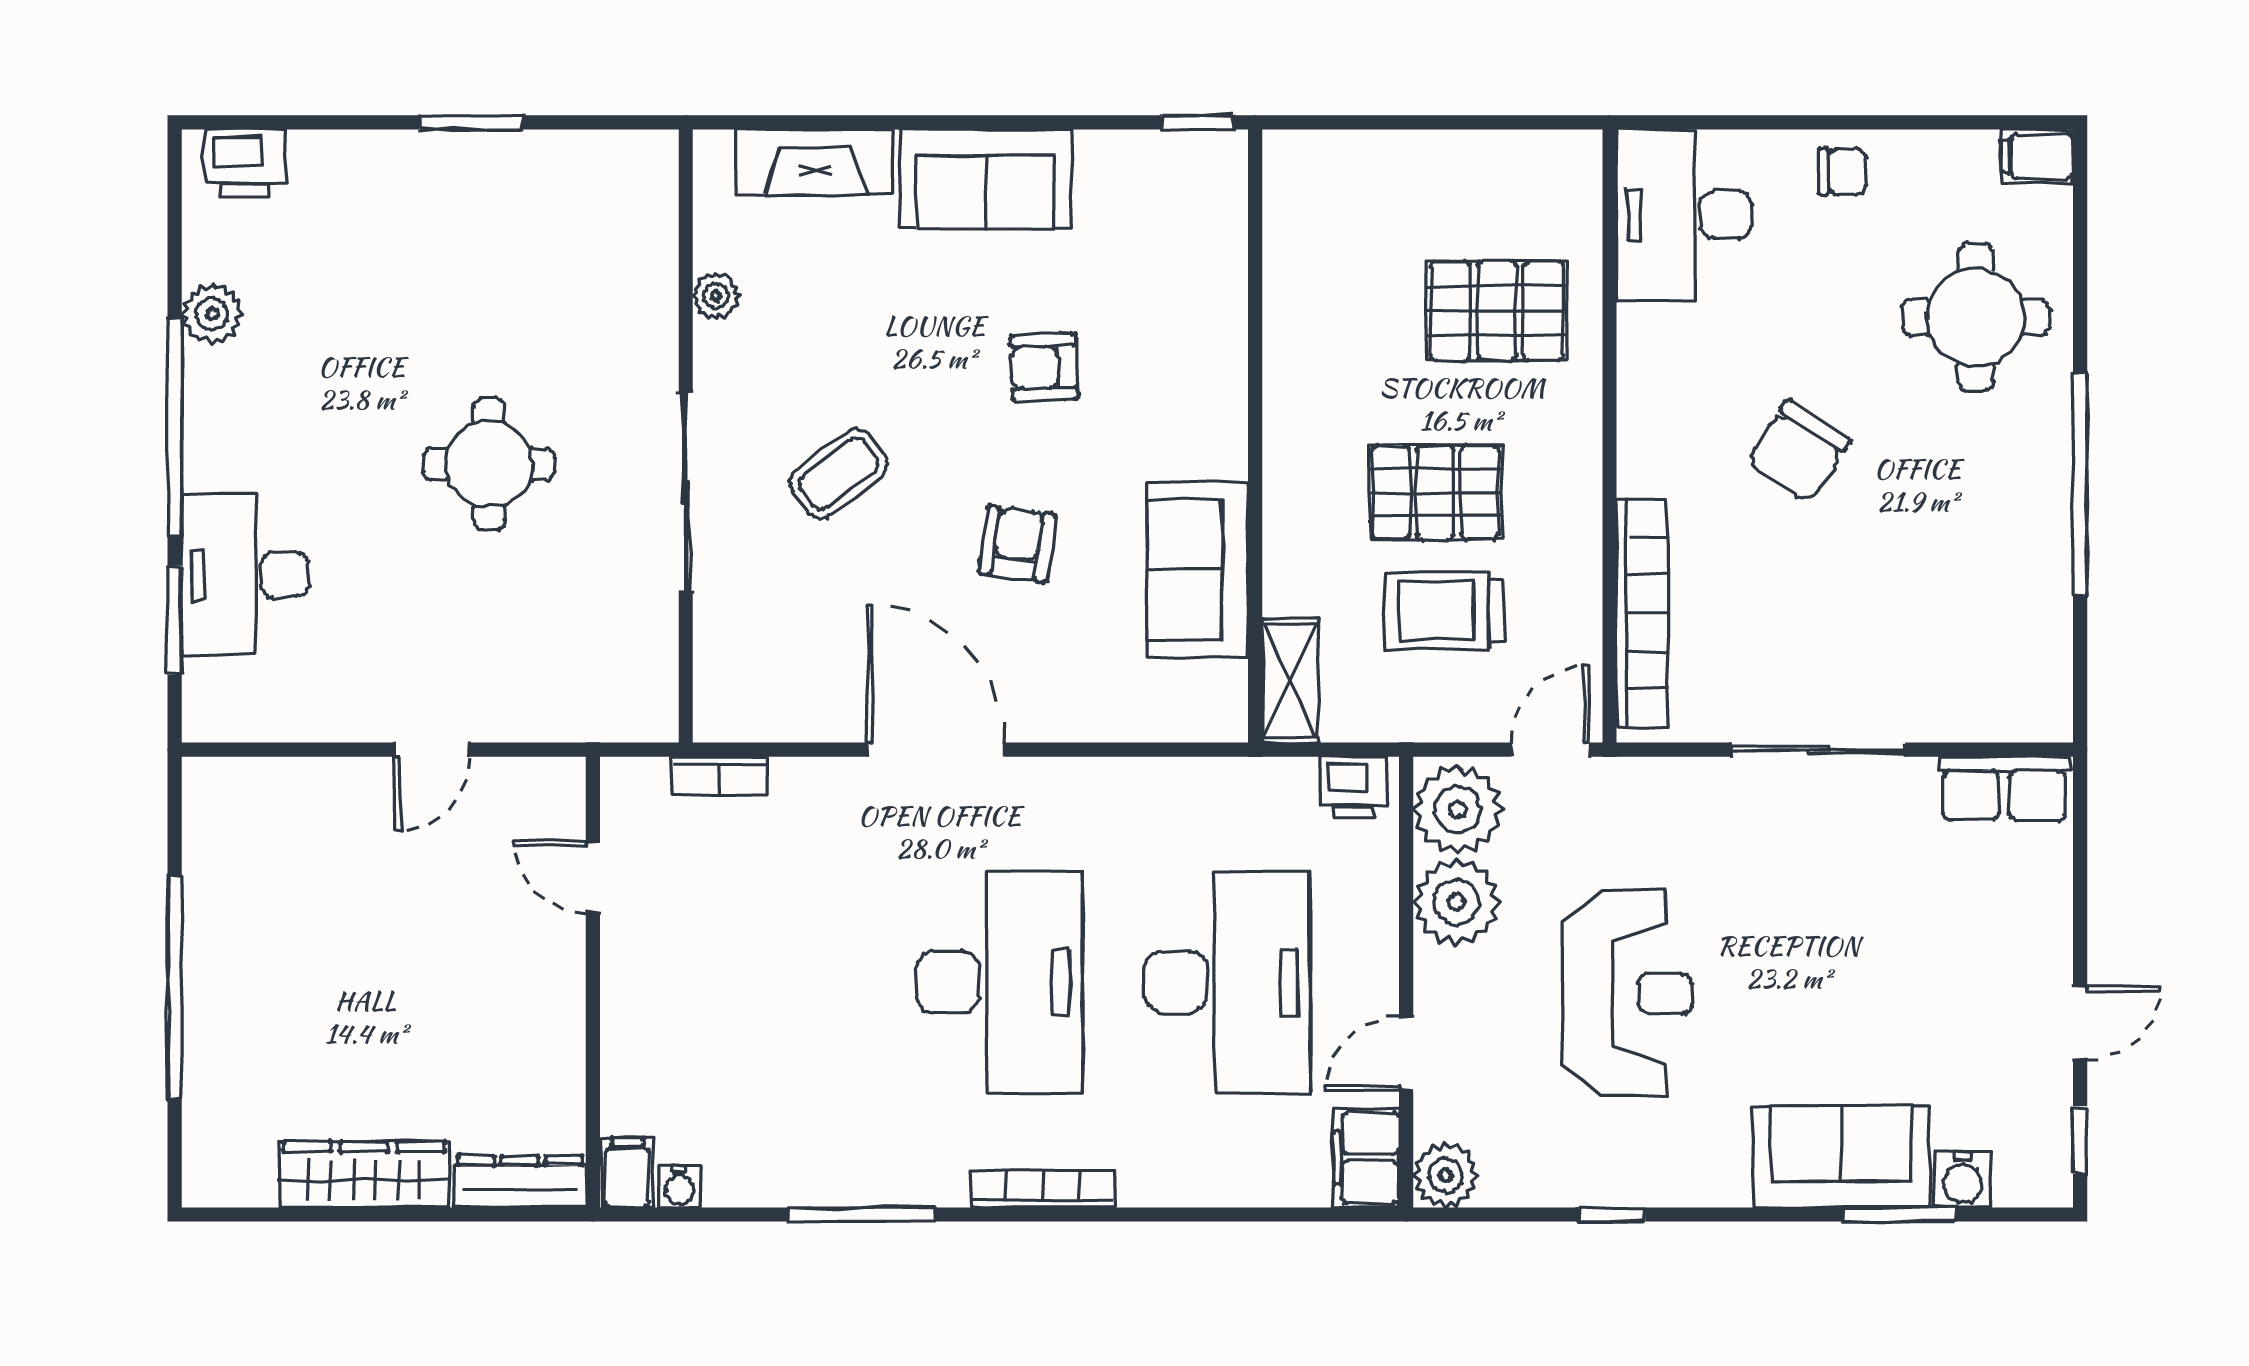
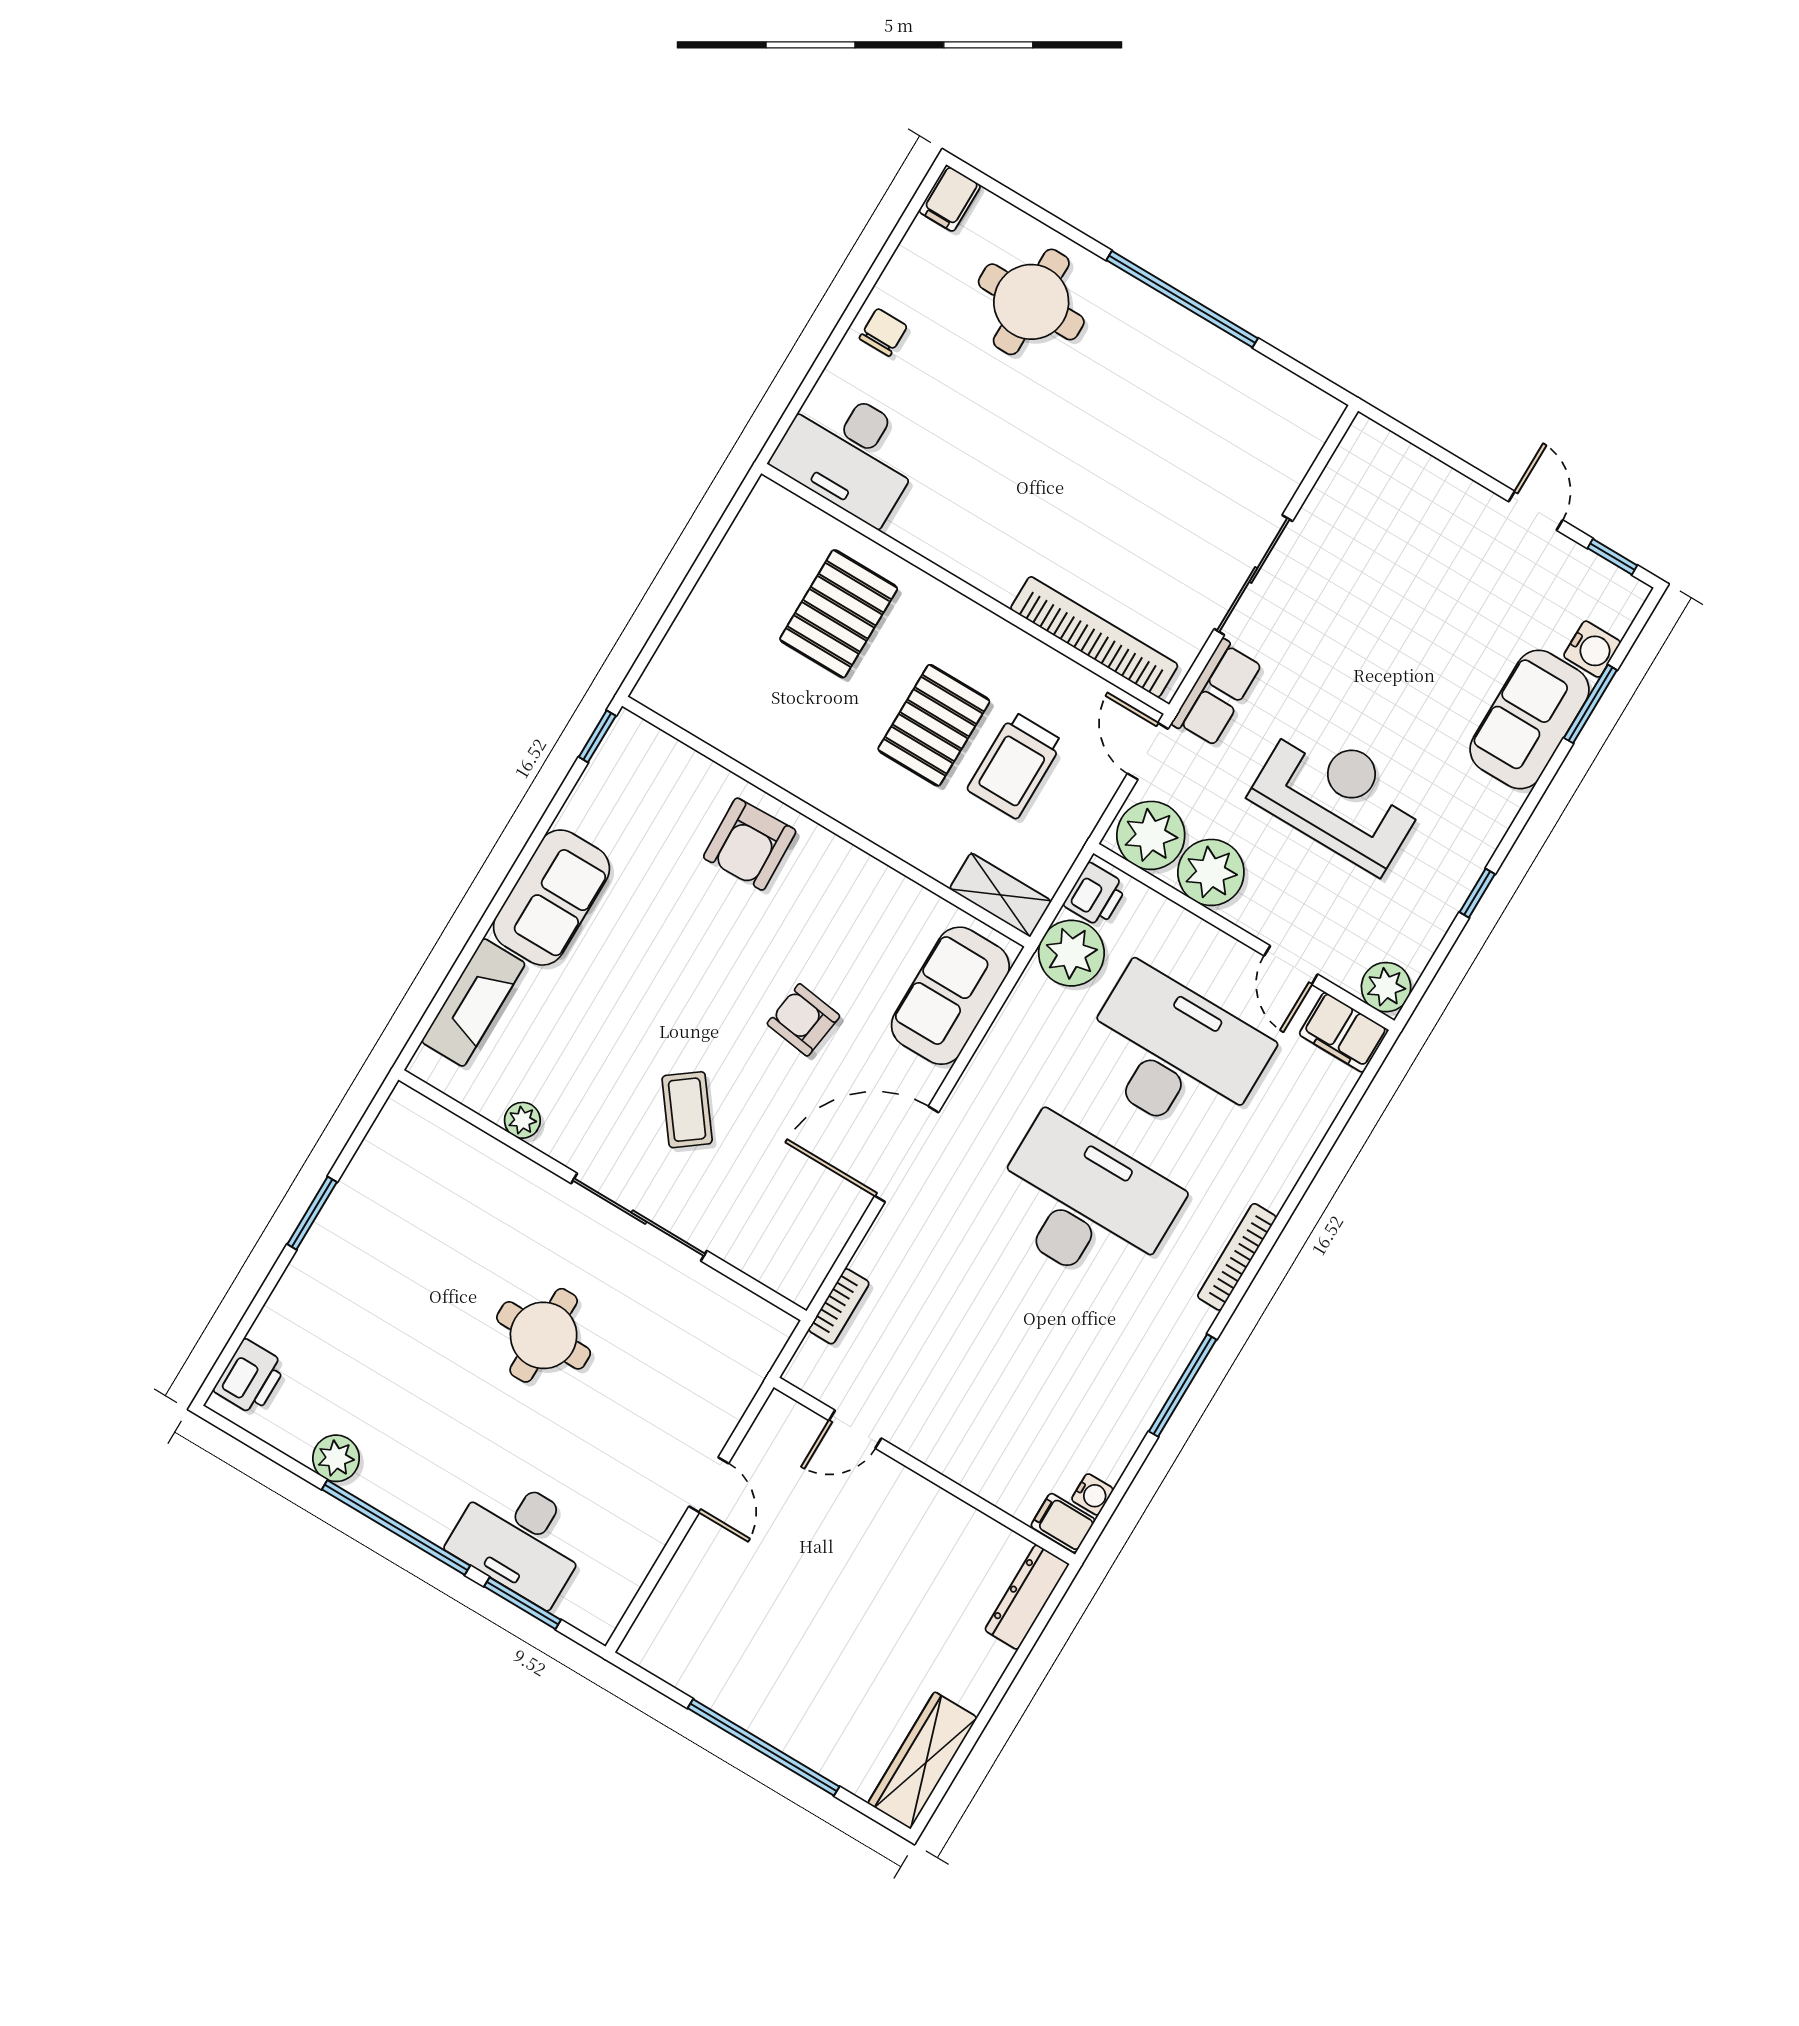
armchair: (1044, 367) -> (750, 844), moved, width x1.38, depth x1.38
chair: (1799, 452) -> (1050, 471), removed
sofa: (1198, 569) -> (950, 996), moved, turned 90
row of seats: (2004, 788) -> (1217, 693), moved
plant: (1272, 800) -> (1071, 953), added
wardrobe: (364, 1175) -> (923, 1760), moved

